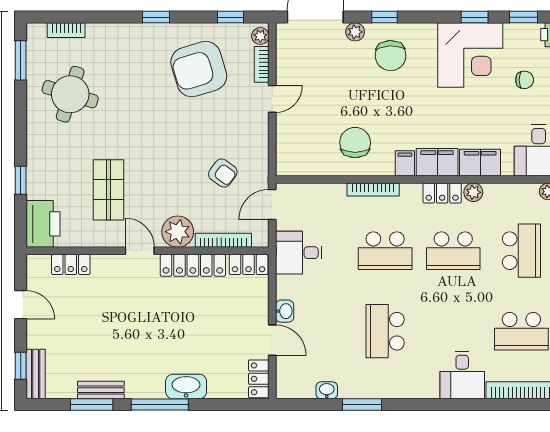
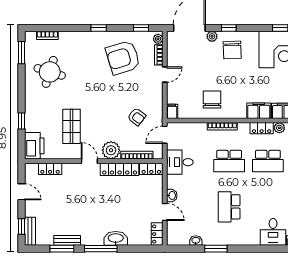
filing cabinet: (405, 163) -> (172, 111), moved

